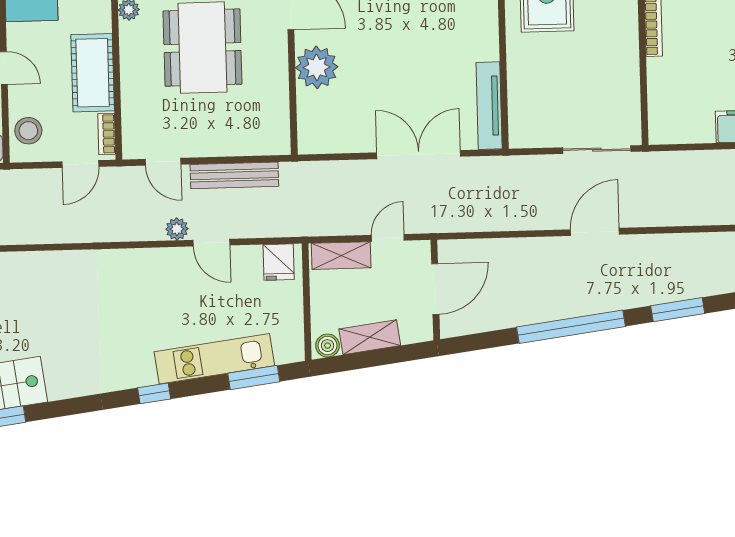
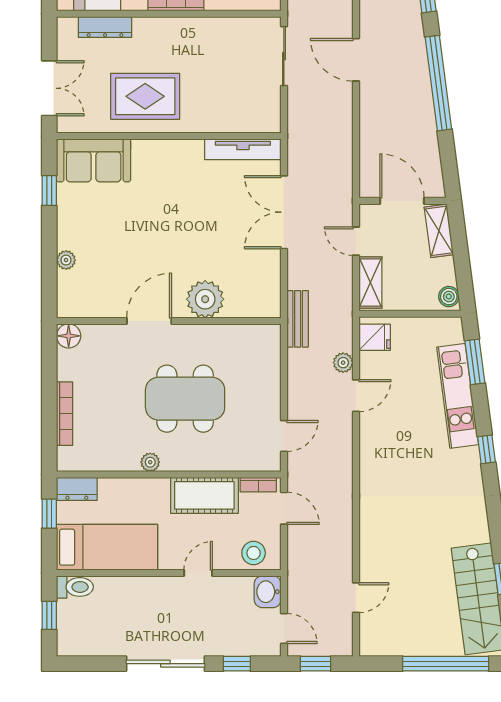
bench: (234, 175) -> (298, 319), moved, width x0.73
plant: (177, 229) -> (343, 363), moved
shelving: (370, 337) -> (439, 231), moved

